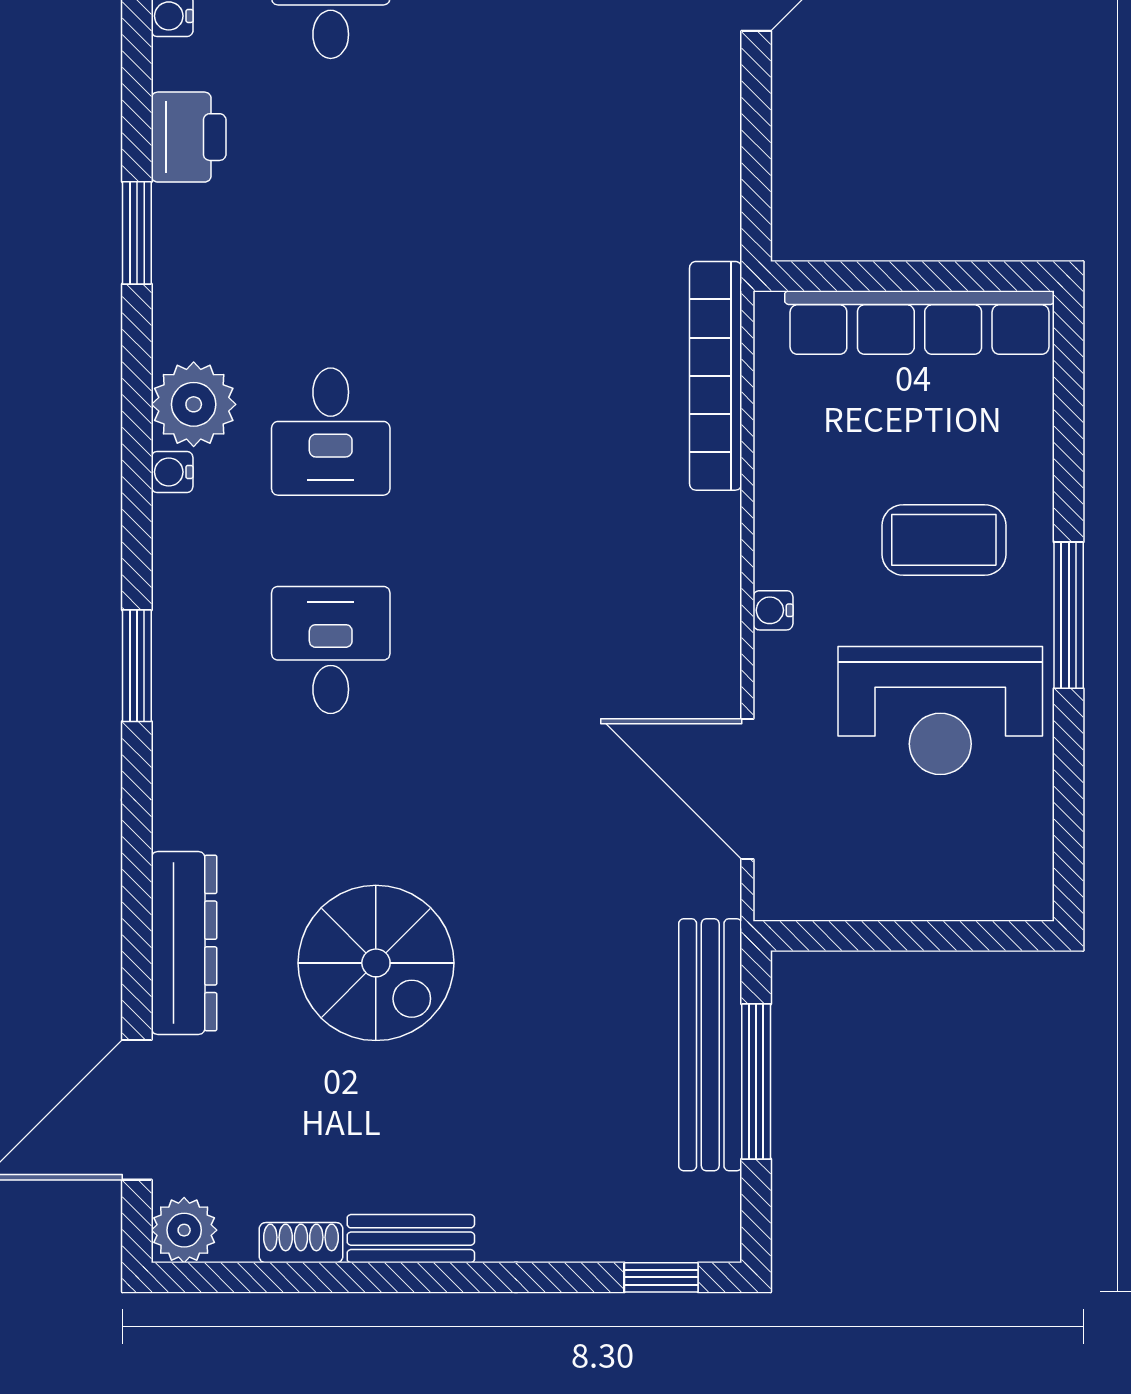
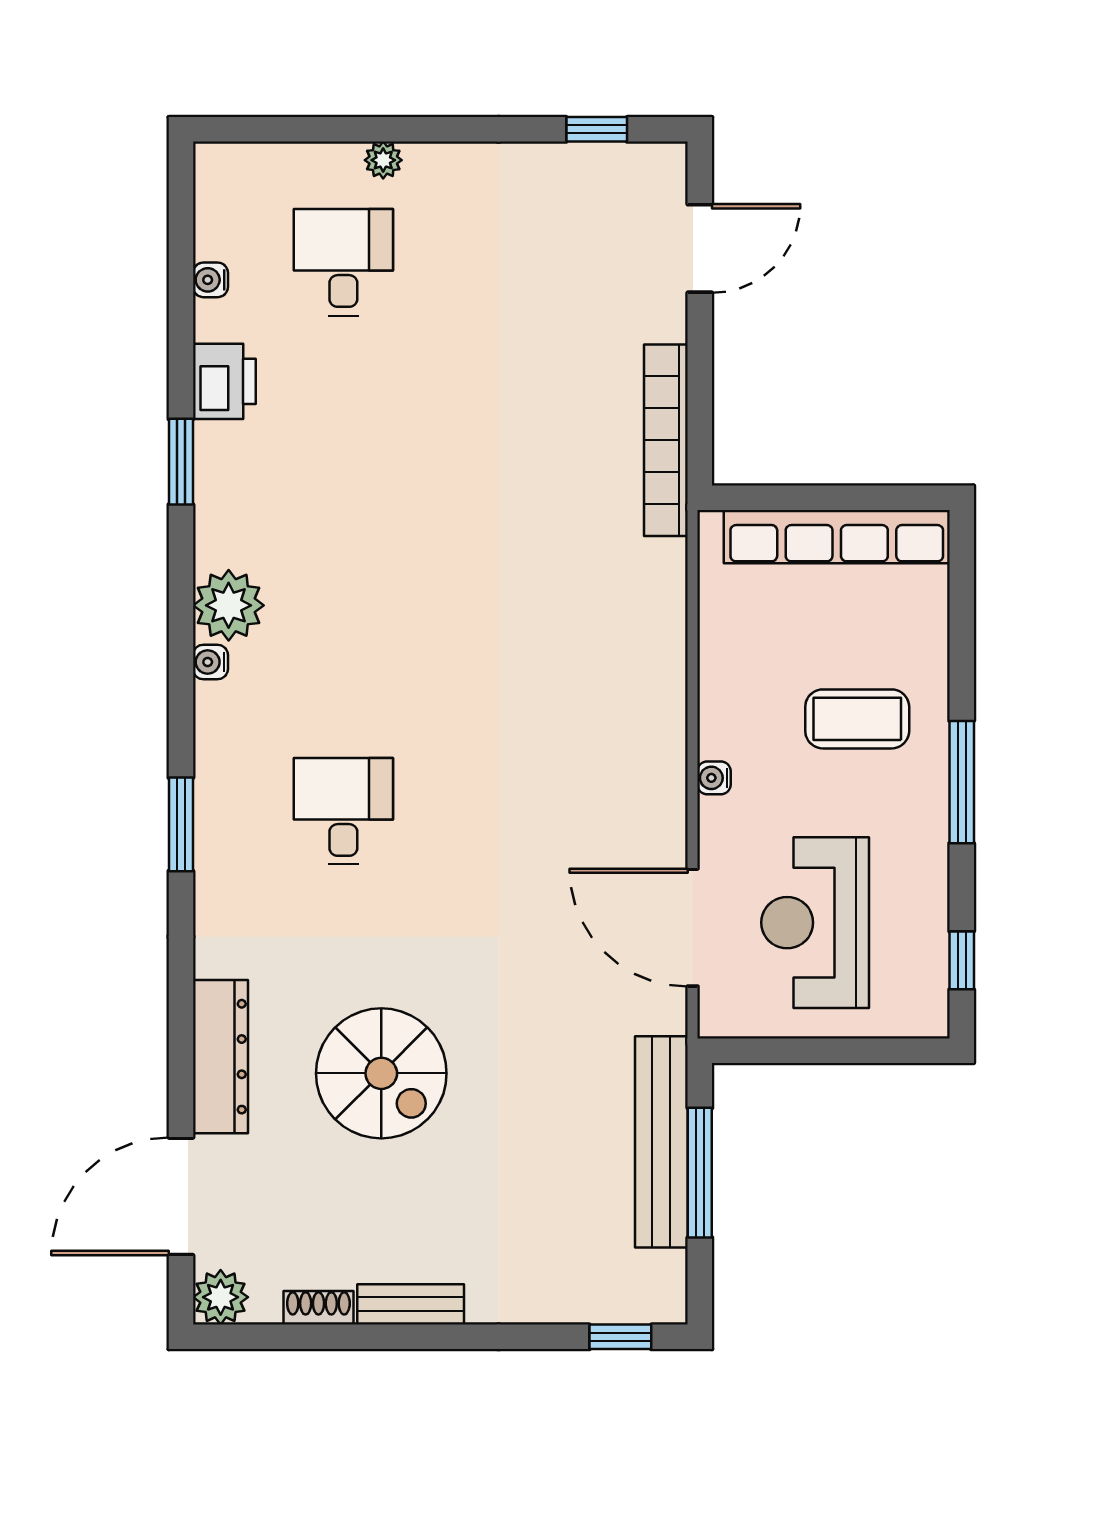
bookcase: (716, 376) -> (666, 440), moved
desk: (331, 432) -> (343, 628), removed
reception desk: (940, 711) -> (815, 923), moved, turned 90
window: (1069, 828) -> (962, 960), added

